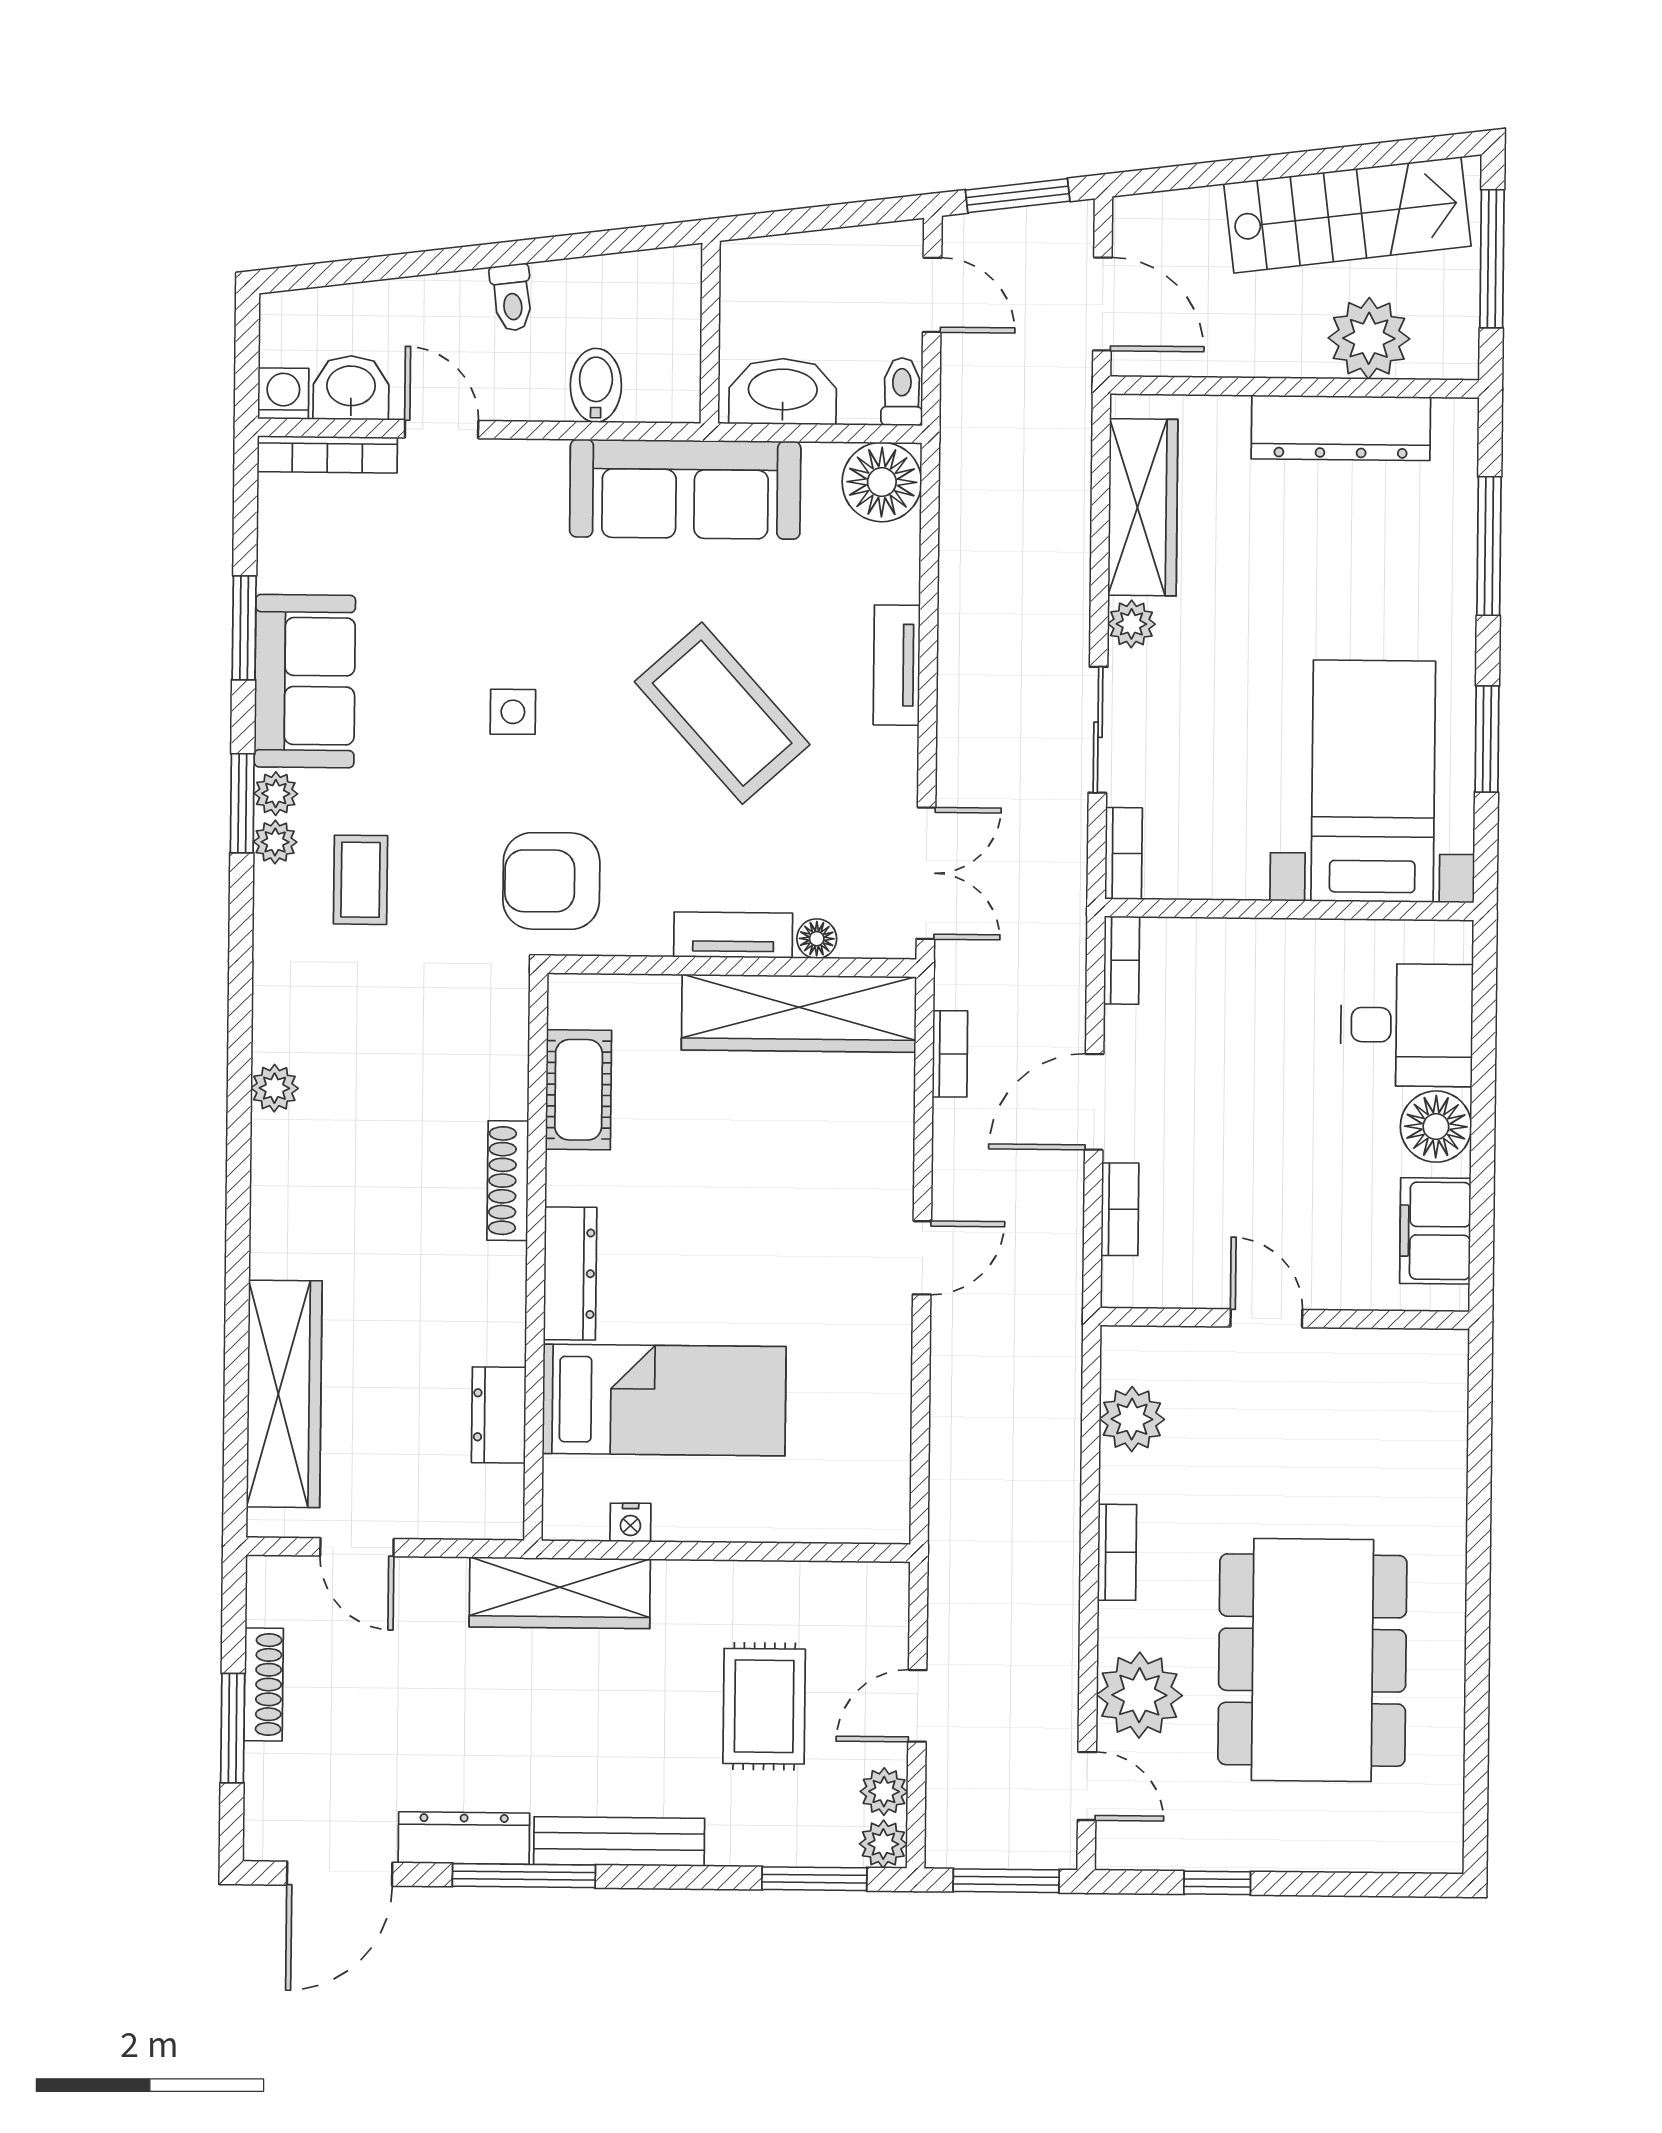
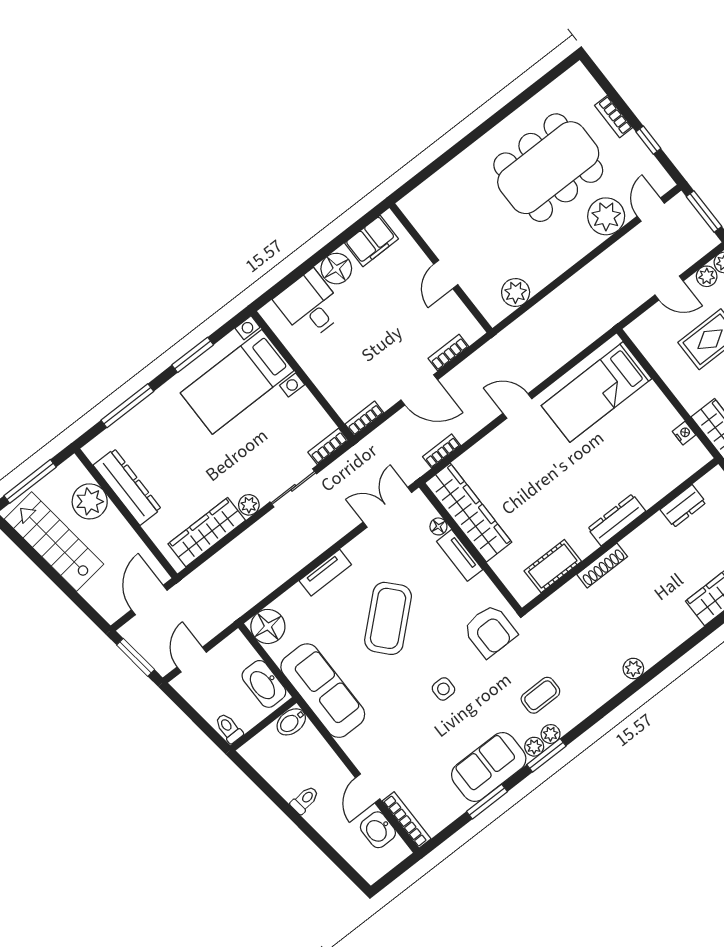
bidet: (596, 385) -> (291, 722), moved
toilet: (902, 392) -> (229, 728), moved, turned 90
washing machine: (283, 394) -> (398, 851), removed
bed: (664, 1400) -> (596, 392), moved, turned -90
bookcase: (1117, 1552) -> (613, 117), moved, turned -90

